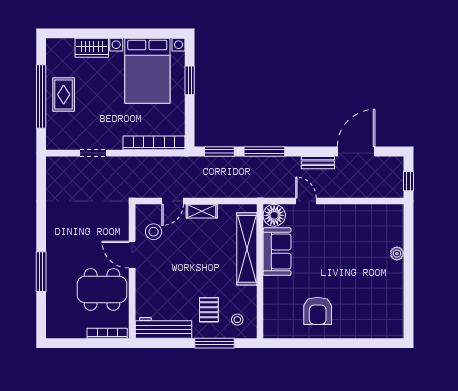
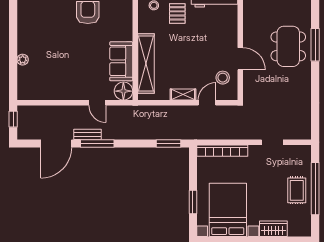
window: (264, 152) -> (97, 143), moved
dining table: (102, 289) -> (288, 46), moved, turned 90

